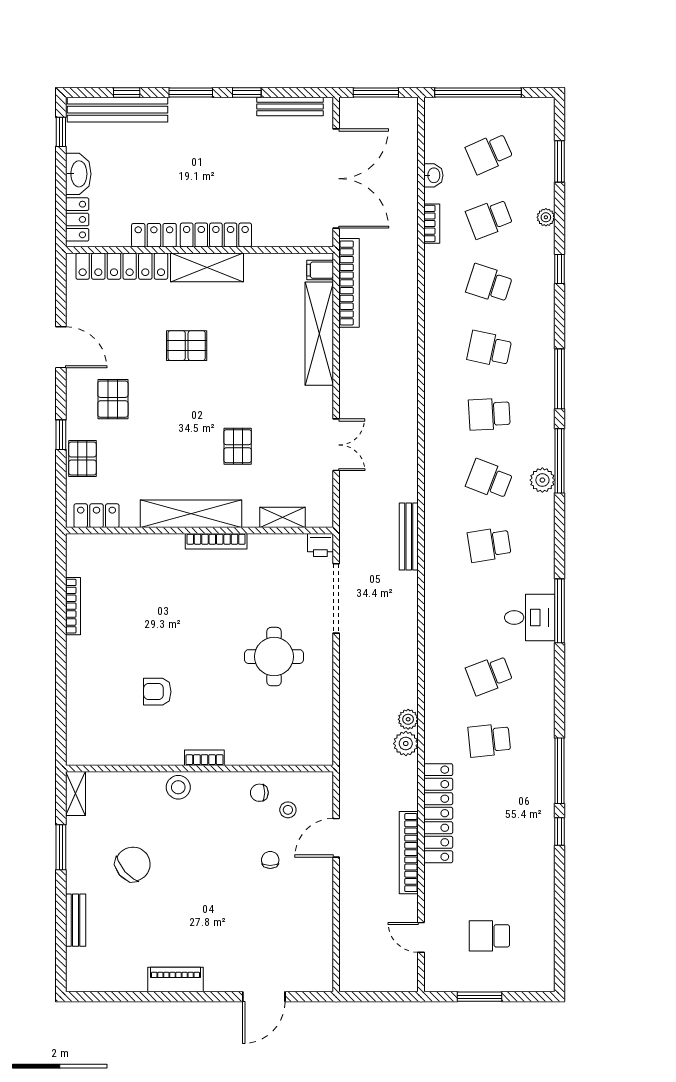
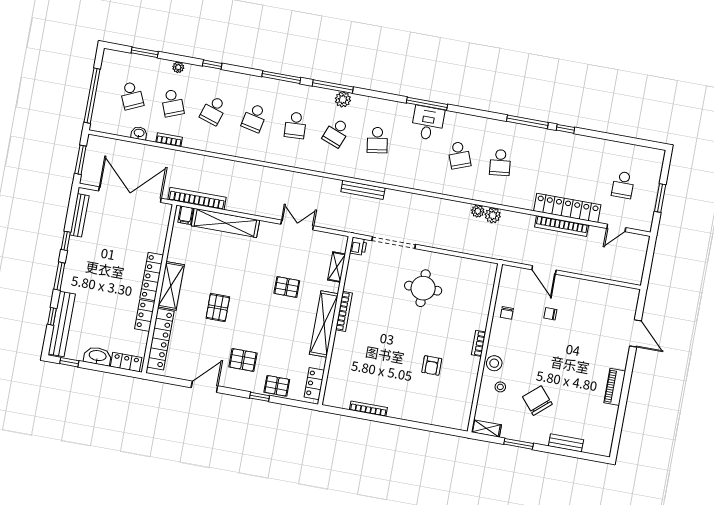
stool: (288, 810) -> (500, 387), moved
locker: (438, 813) -> (567, 208), moved

